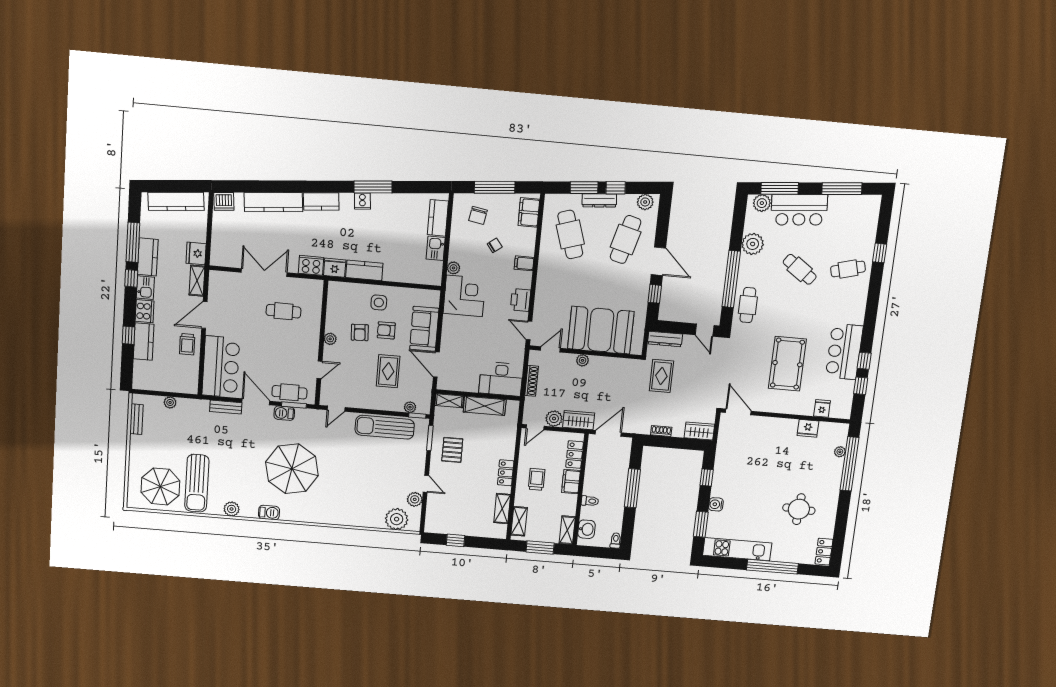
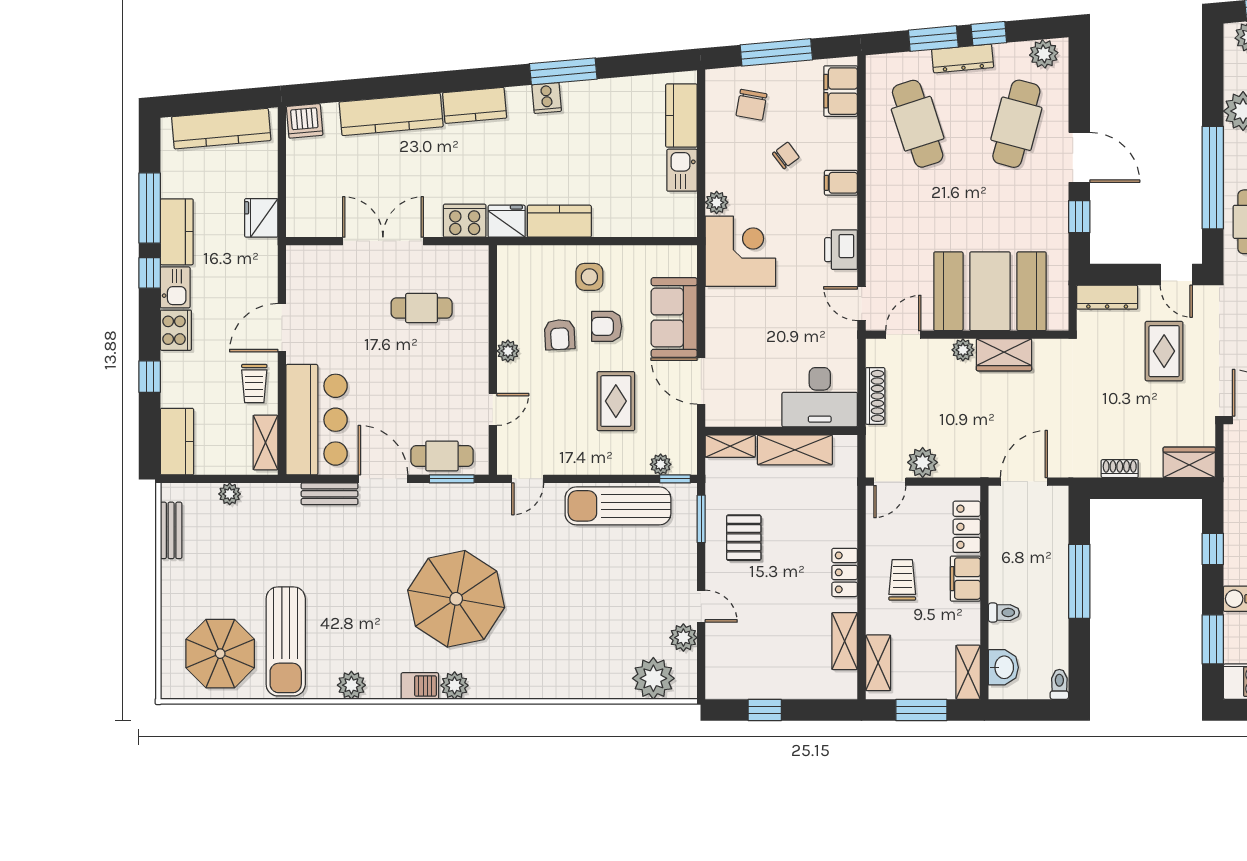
shelving: (197, 281) -> (266, 443), moved
kitchen counter: (144, 342) -> (177, 442), moved
rug: (661, 376) -> (1164, 351), moved
barbecue: (284, 413) -> (435, 496), removed
wardrobe: (579, 420) -> (1004, 355), moved, turned 180
plant: (288, 514) -> (455, 685), added

